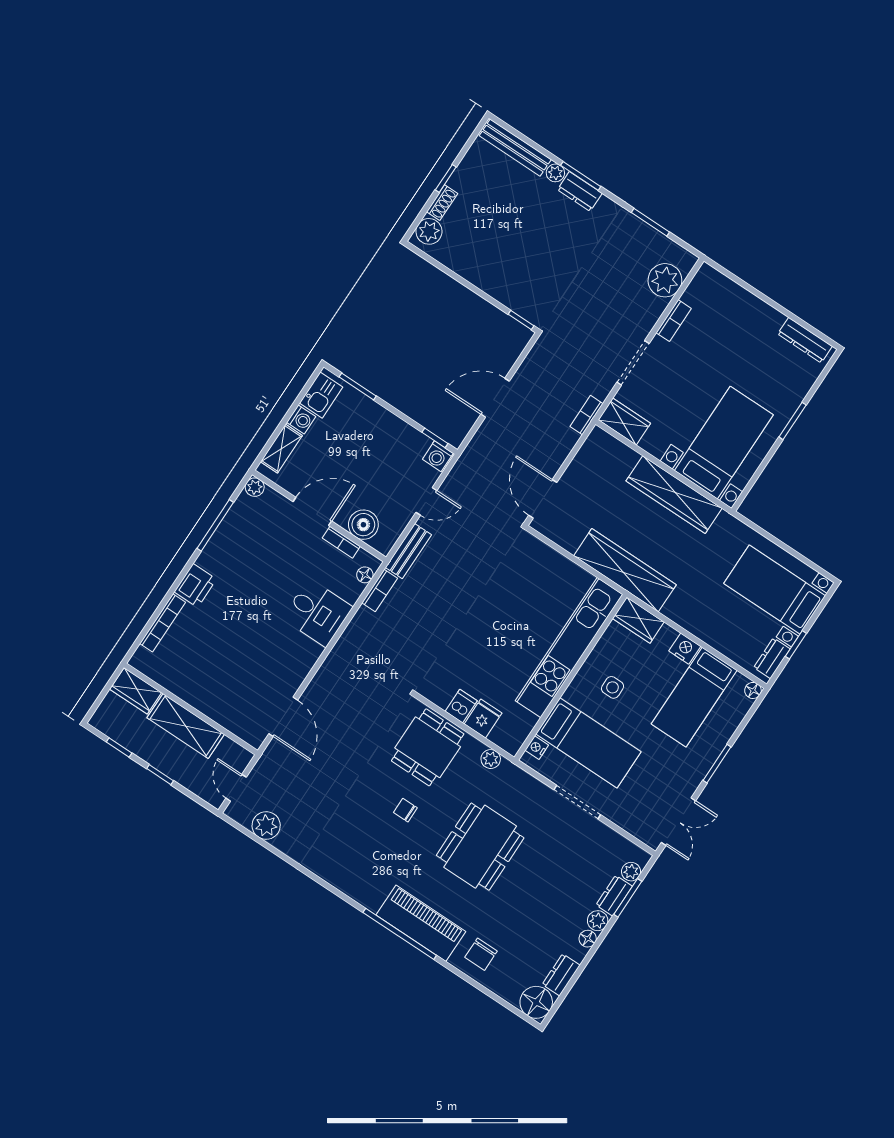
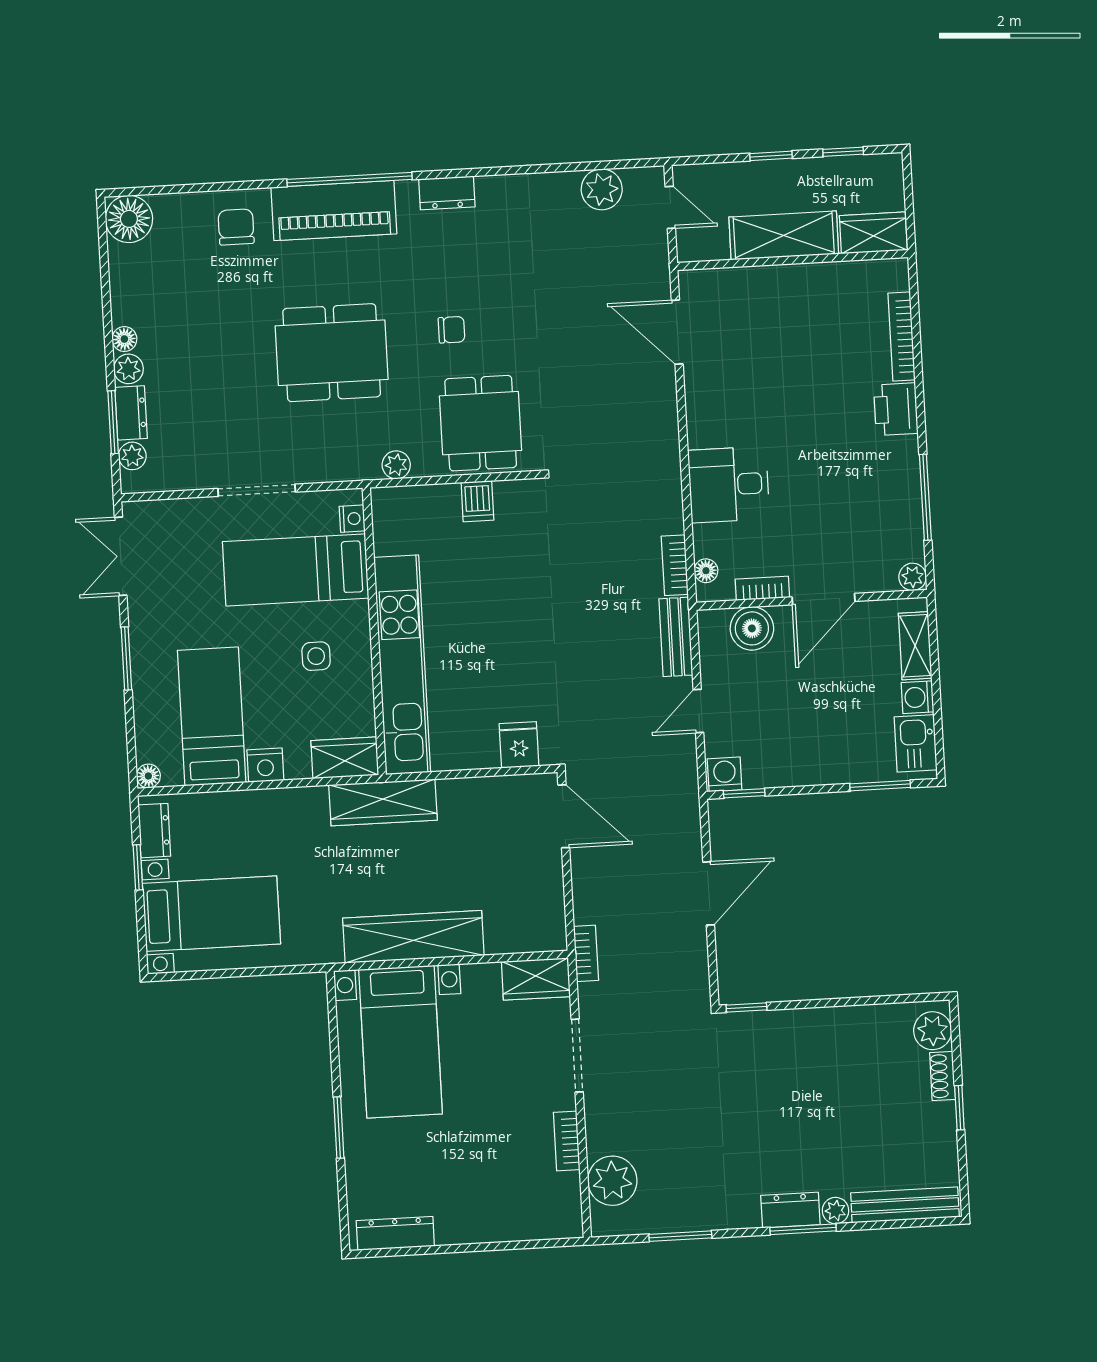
wardrobe: (625, 570) -> (383, 802), width x0.71, depth x0.85
fridge: (483, 718) -> (519, 745), moved, turned 180
dining table: (480, 847) -> (332, 353), turned 90
dresser: (561, 975) -> (447, 193), moved, turned 90

